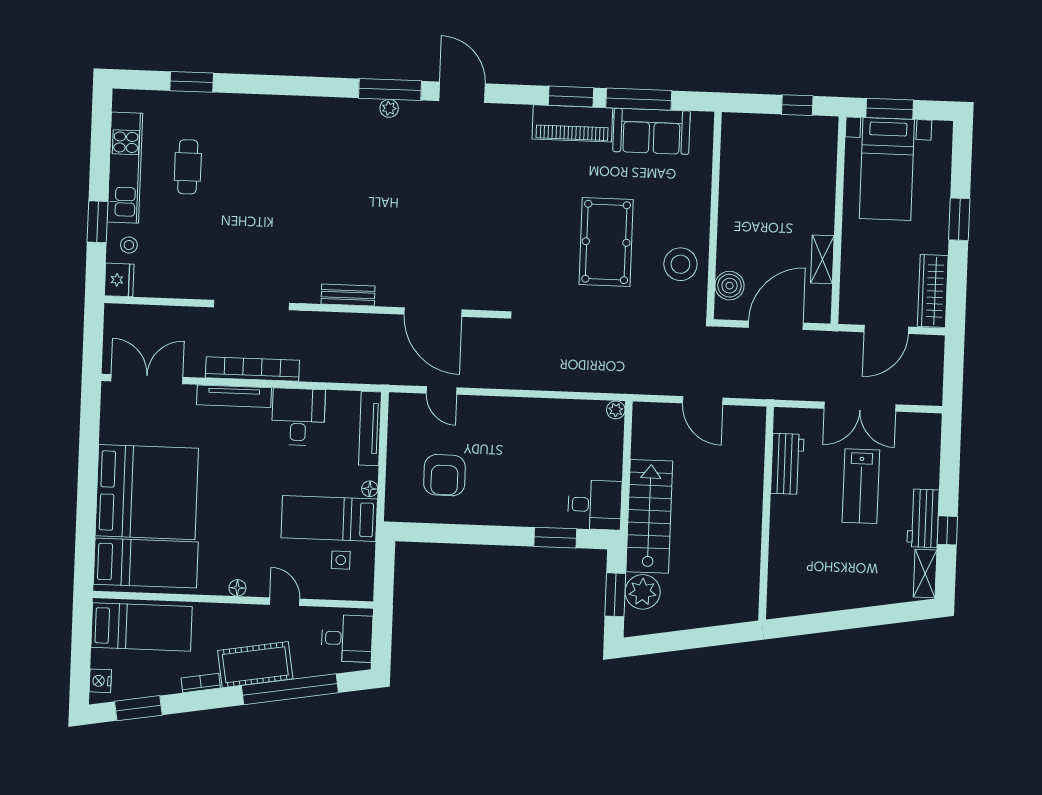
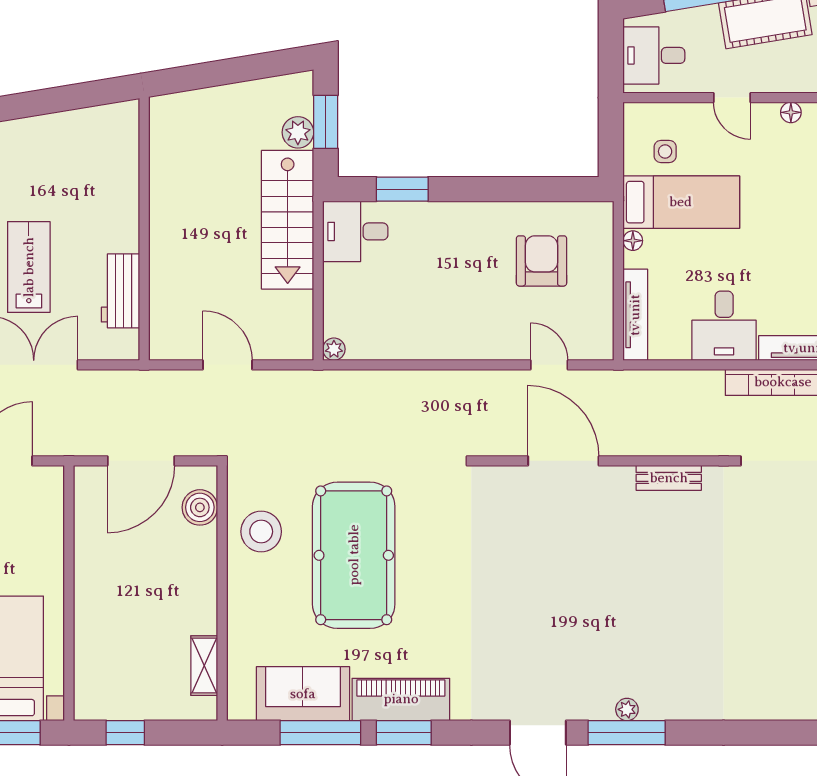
pool table: (606, 242) -> (354, 555), width x1.36, depth x1.32
shelving: (822, 259) -> (204, 666), moved
plant: (643, 592) -> (298, 132), width x0.73, depth x0.73

